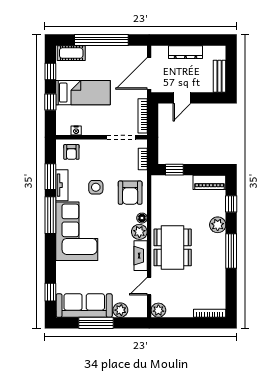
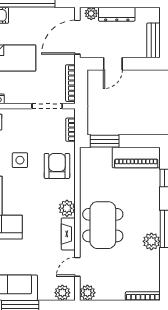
plant: (162, 51) -> (91, 13), added
window: (174, 170) -> (105, 141), width x1.50
piano: (209, 182) -> (136, 158), width x1.37, depth x1.33
armchair: (130, 193) -> (57, 166), turned 180
floor lamp: (142, 218) -> (70, 193), removed
plant: (218, 225) -> (151, 241), moved
plant: (120, 310) -> (62, 293), moved

